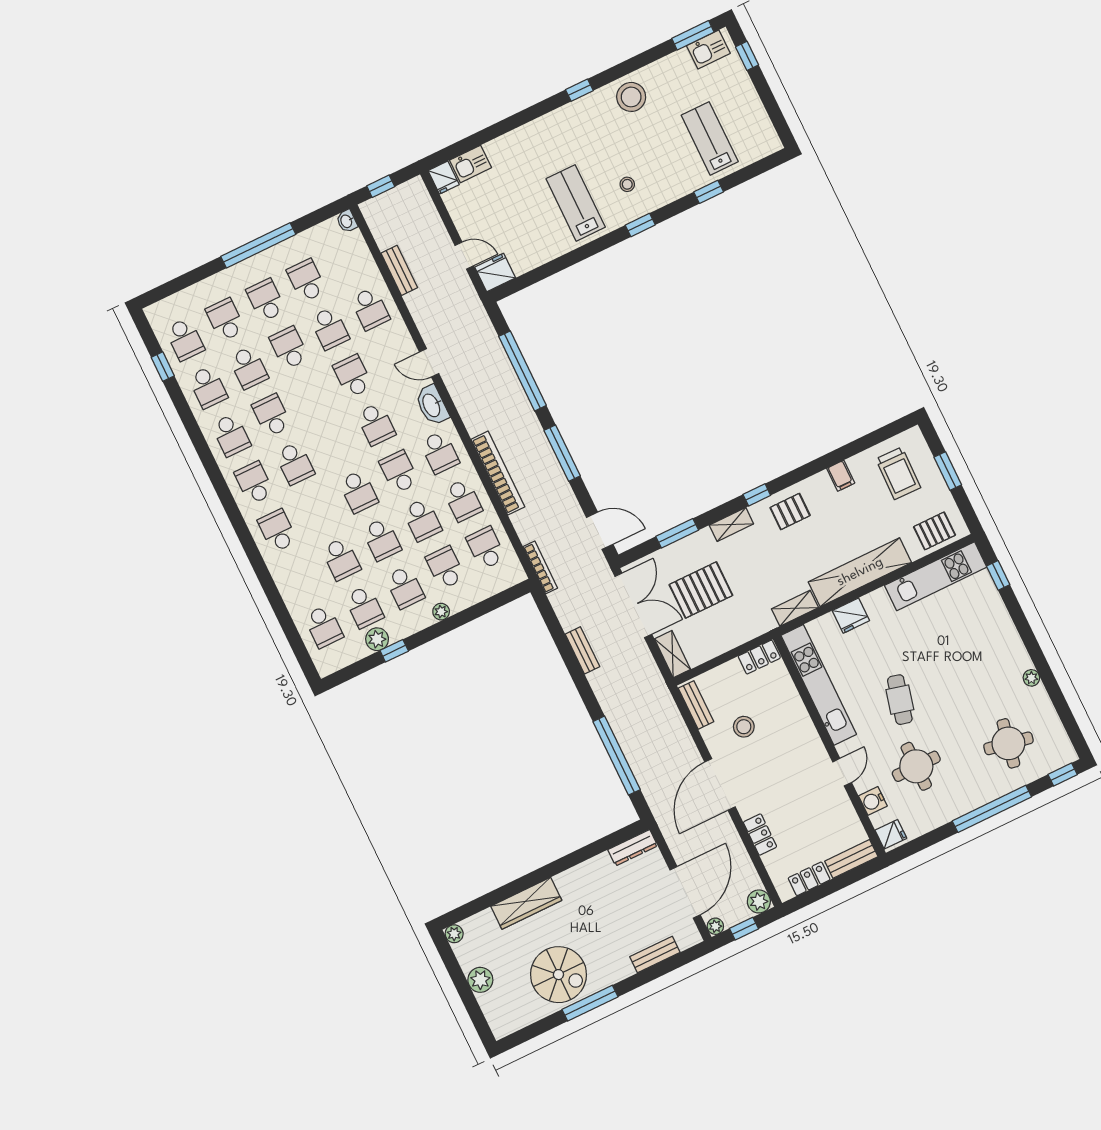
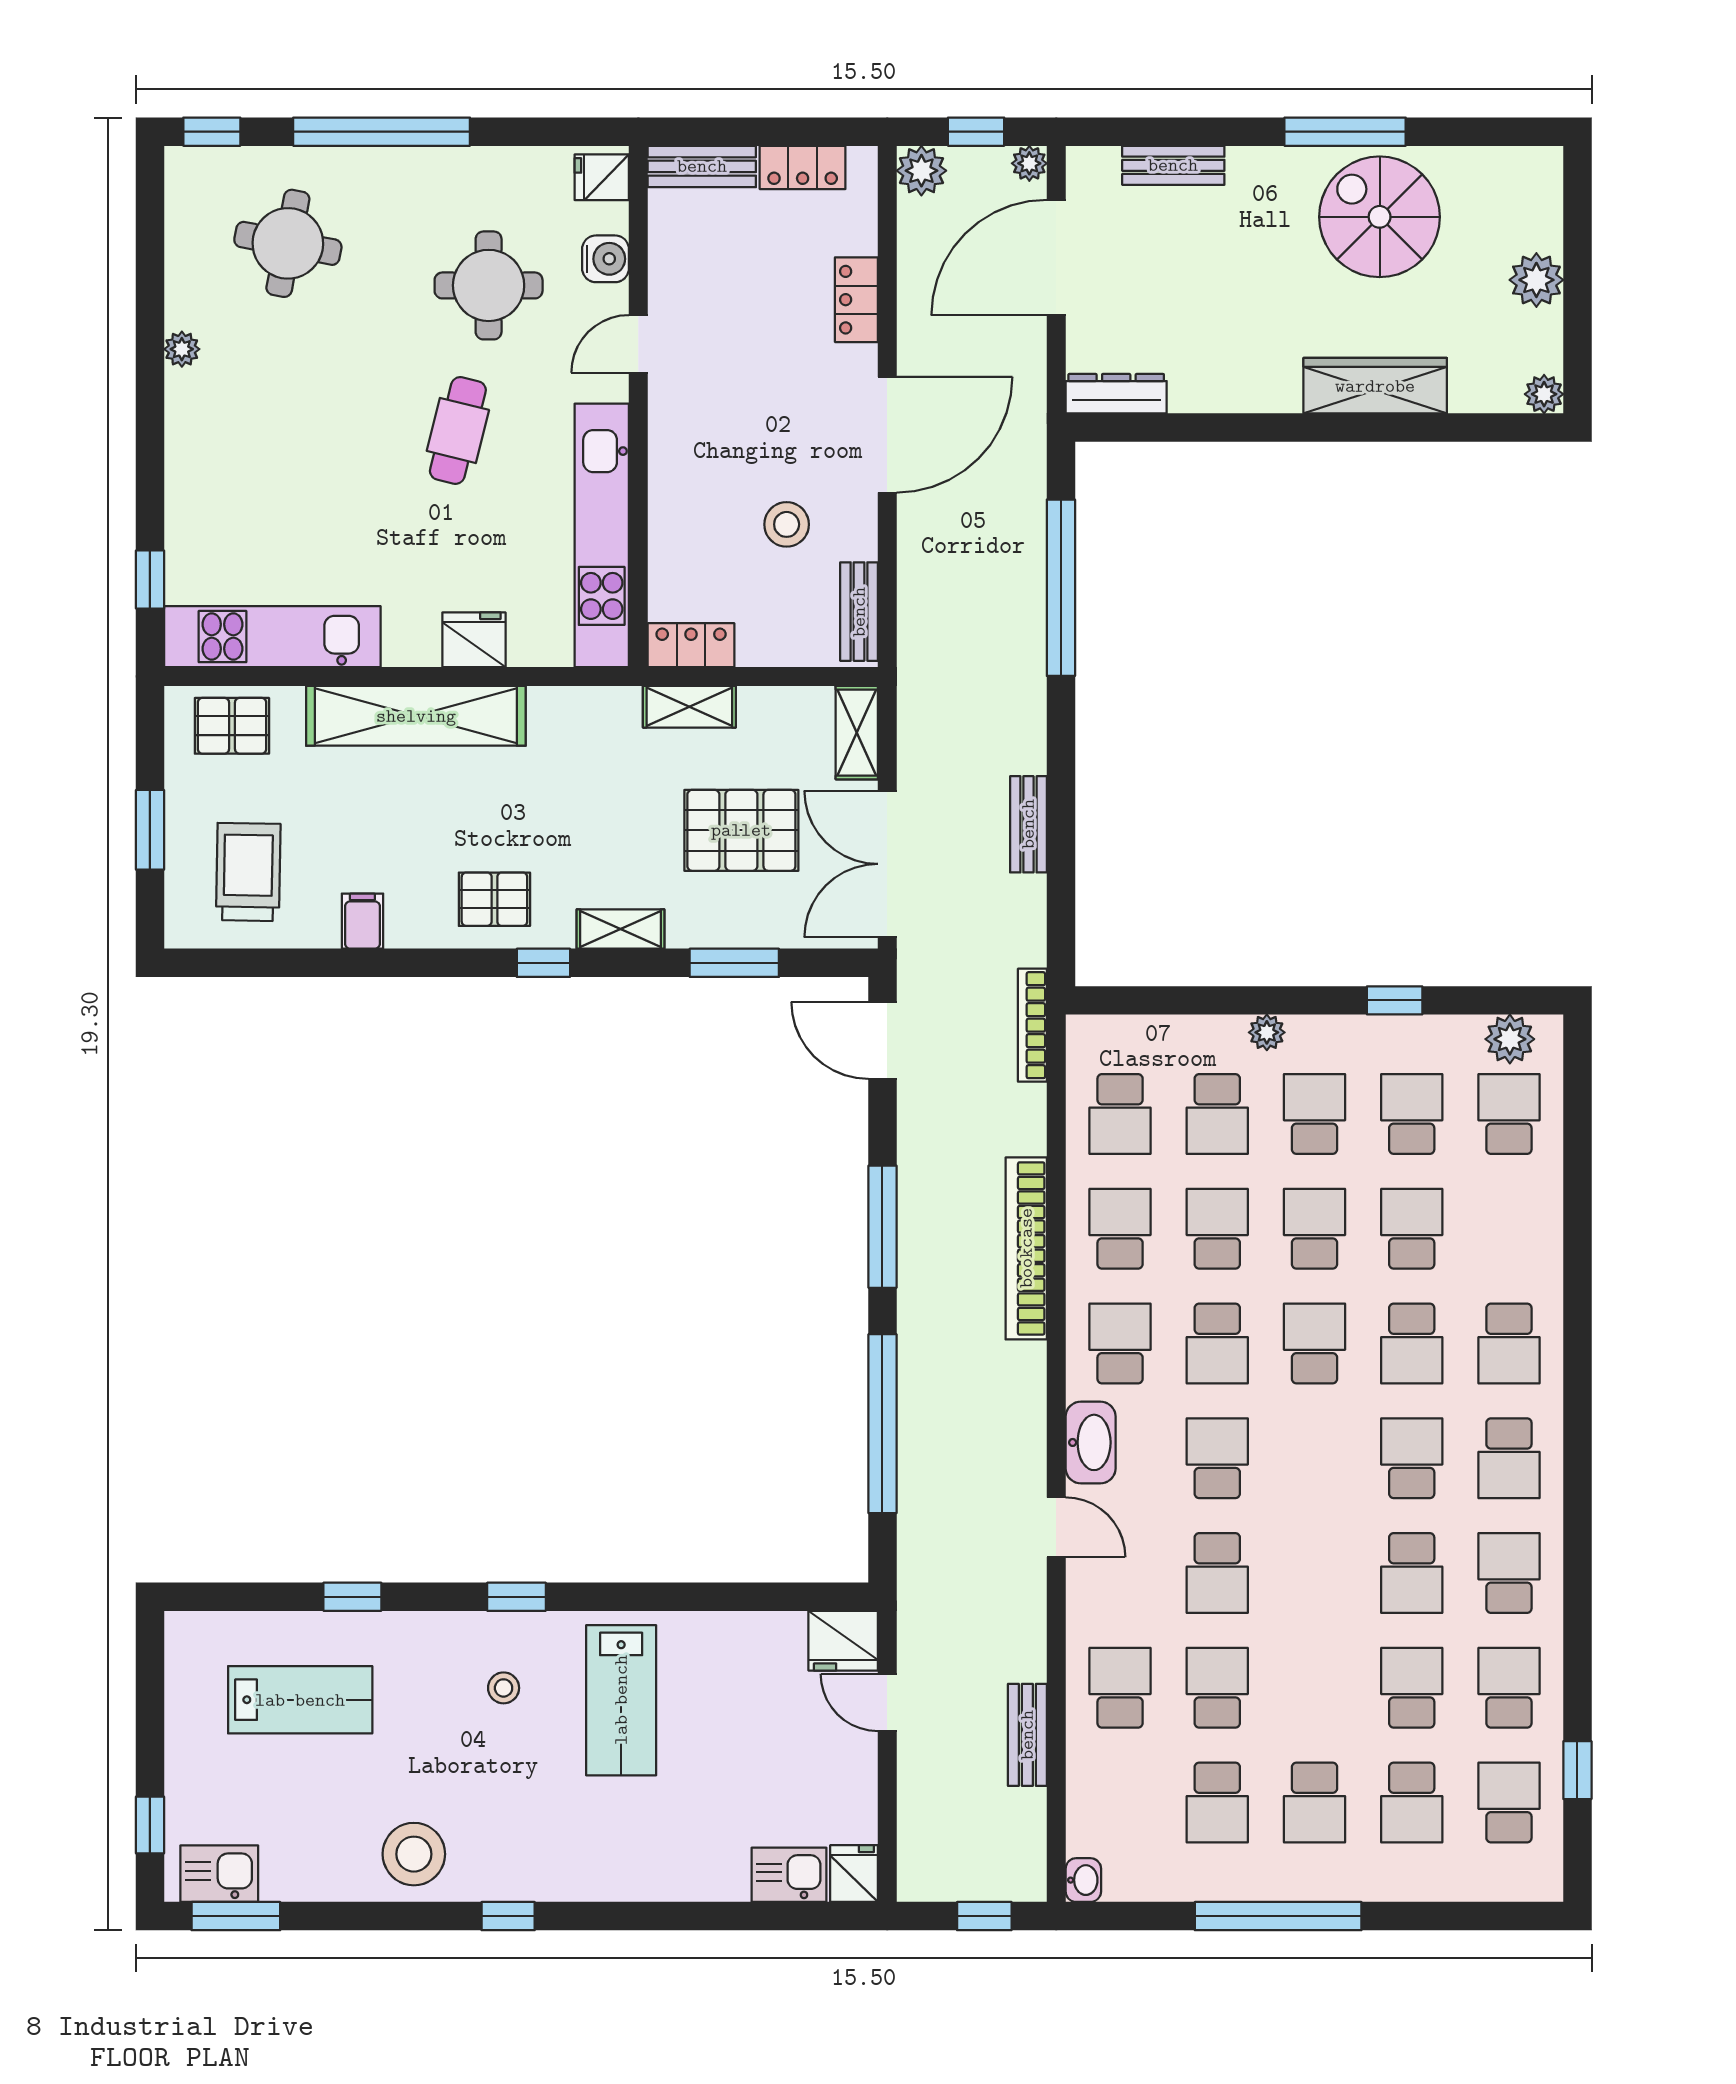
lab bench: (710, 138) -> (300, 1700), turned -90
school desk: (289, 348) -> (1412, 1343), moved
shelving: (795, 608) -> (689, 707), moved
plant: (377, 639) -> (1510, 1039), moved

